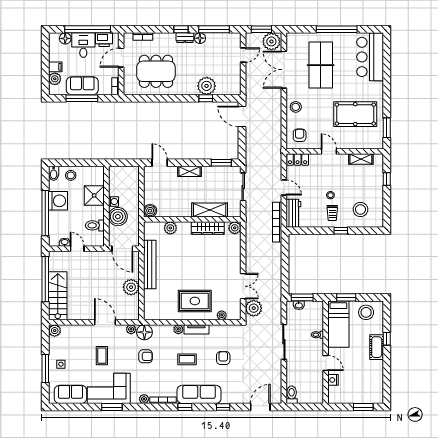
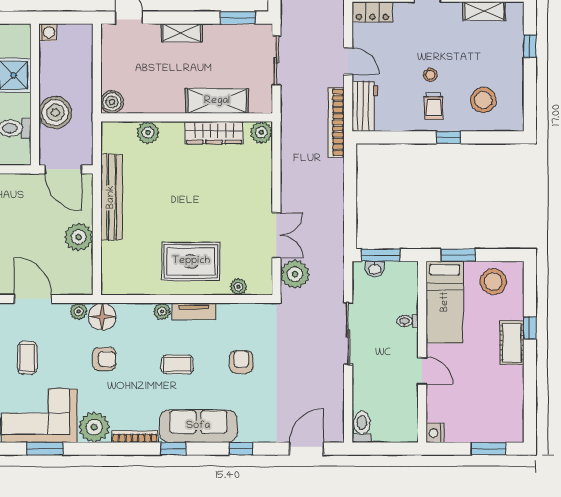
washing machine: (114, 201) -> (48, 32), moved
nightstand: (333, 380) -> (435, 433), moved
plant: (144, 399) -> (94, 427), width x1.88, depth x1.88

